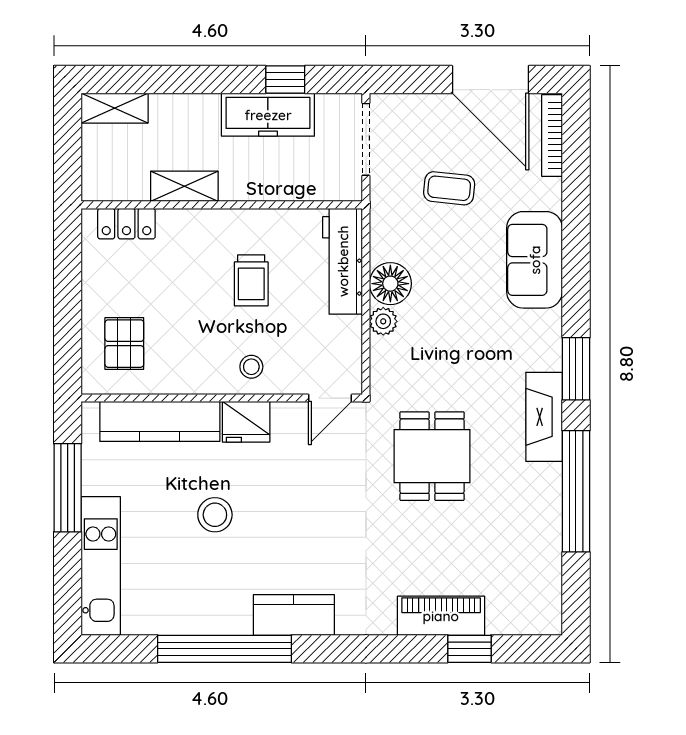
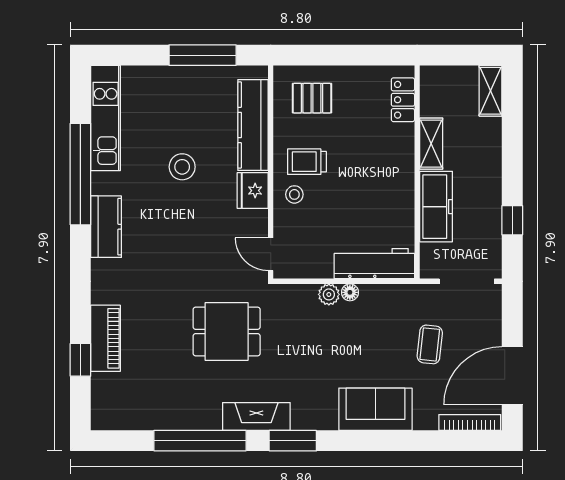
freezer: (268, 115) -> (436, 207), moved, turned 180
trolley: (251, 280) -> (307, 162), moved
floor lamp: (390, 284) -> (350, 292), width x0.53, depth x0.53
kitchen unit: (101, 566) -> (106, 118), moved, turned -90

